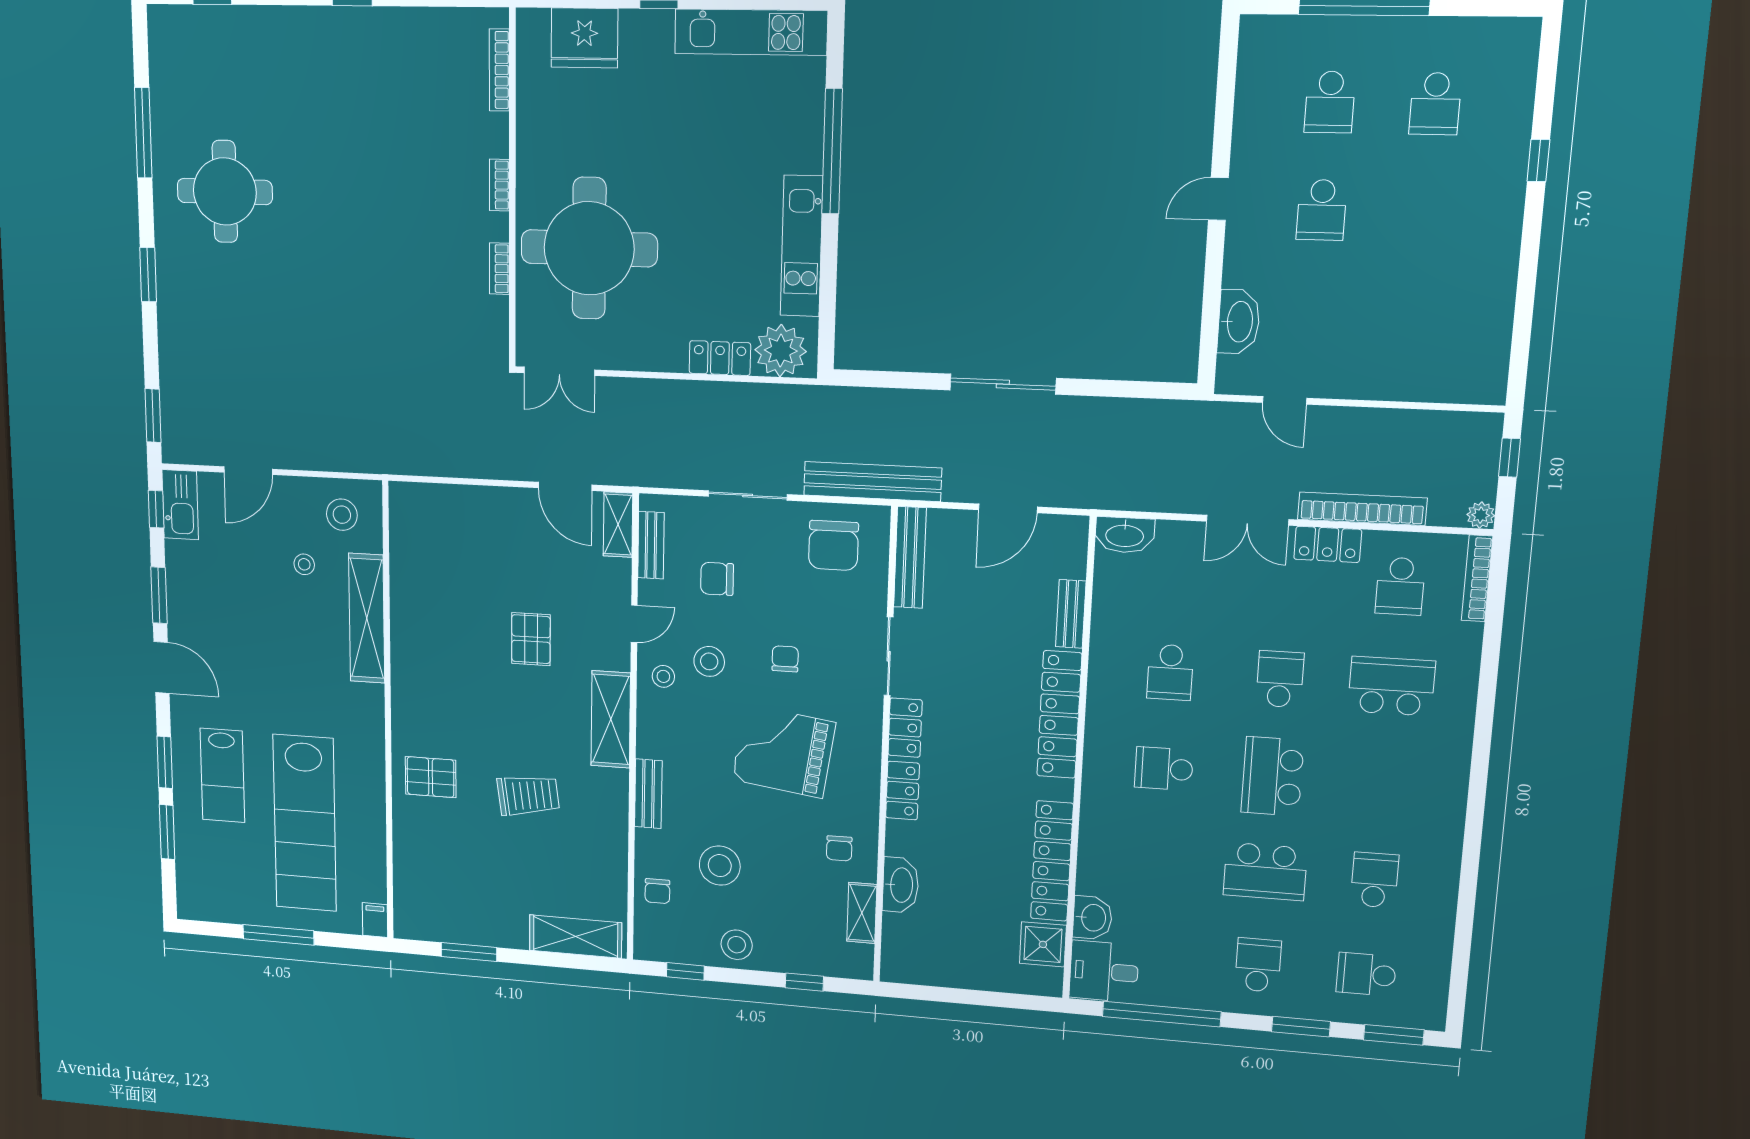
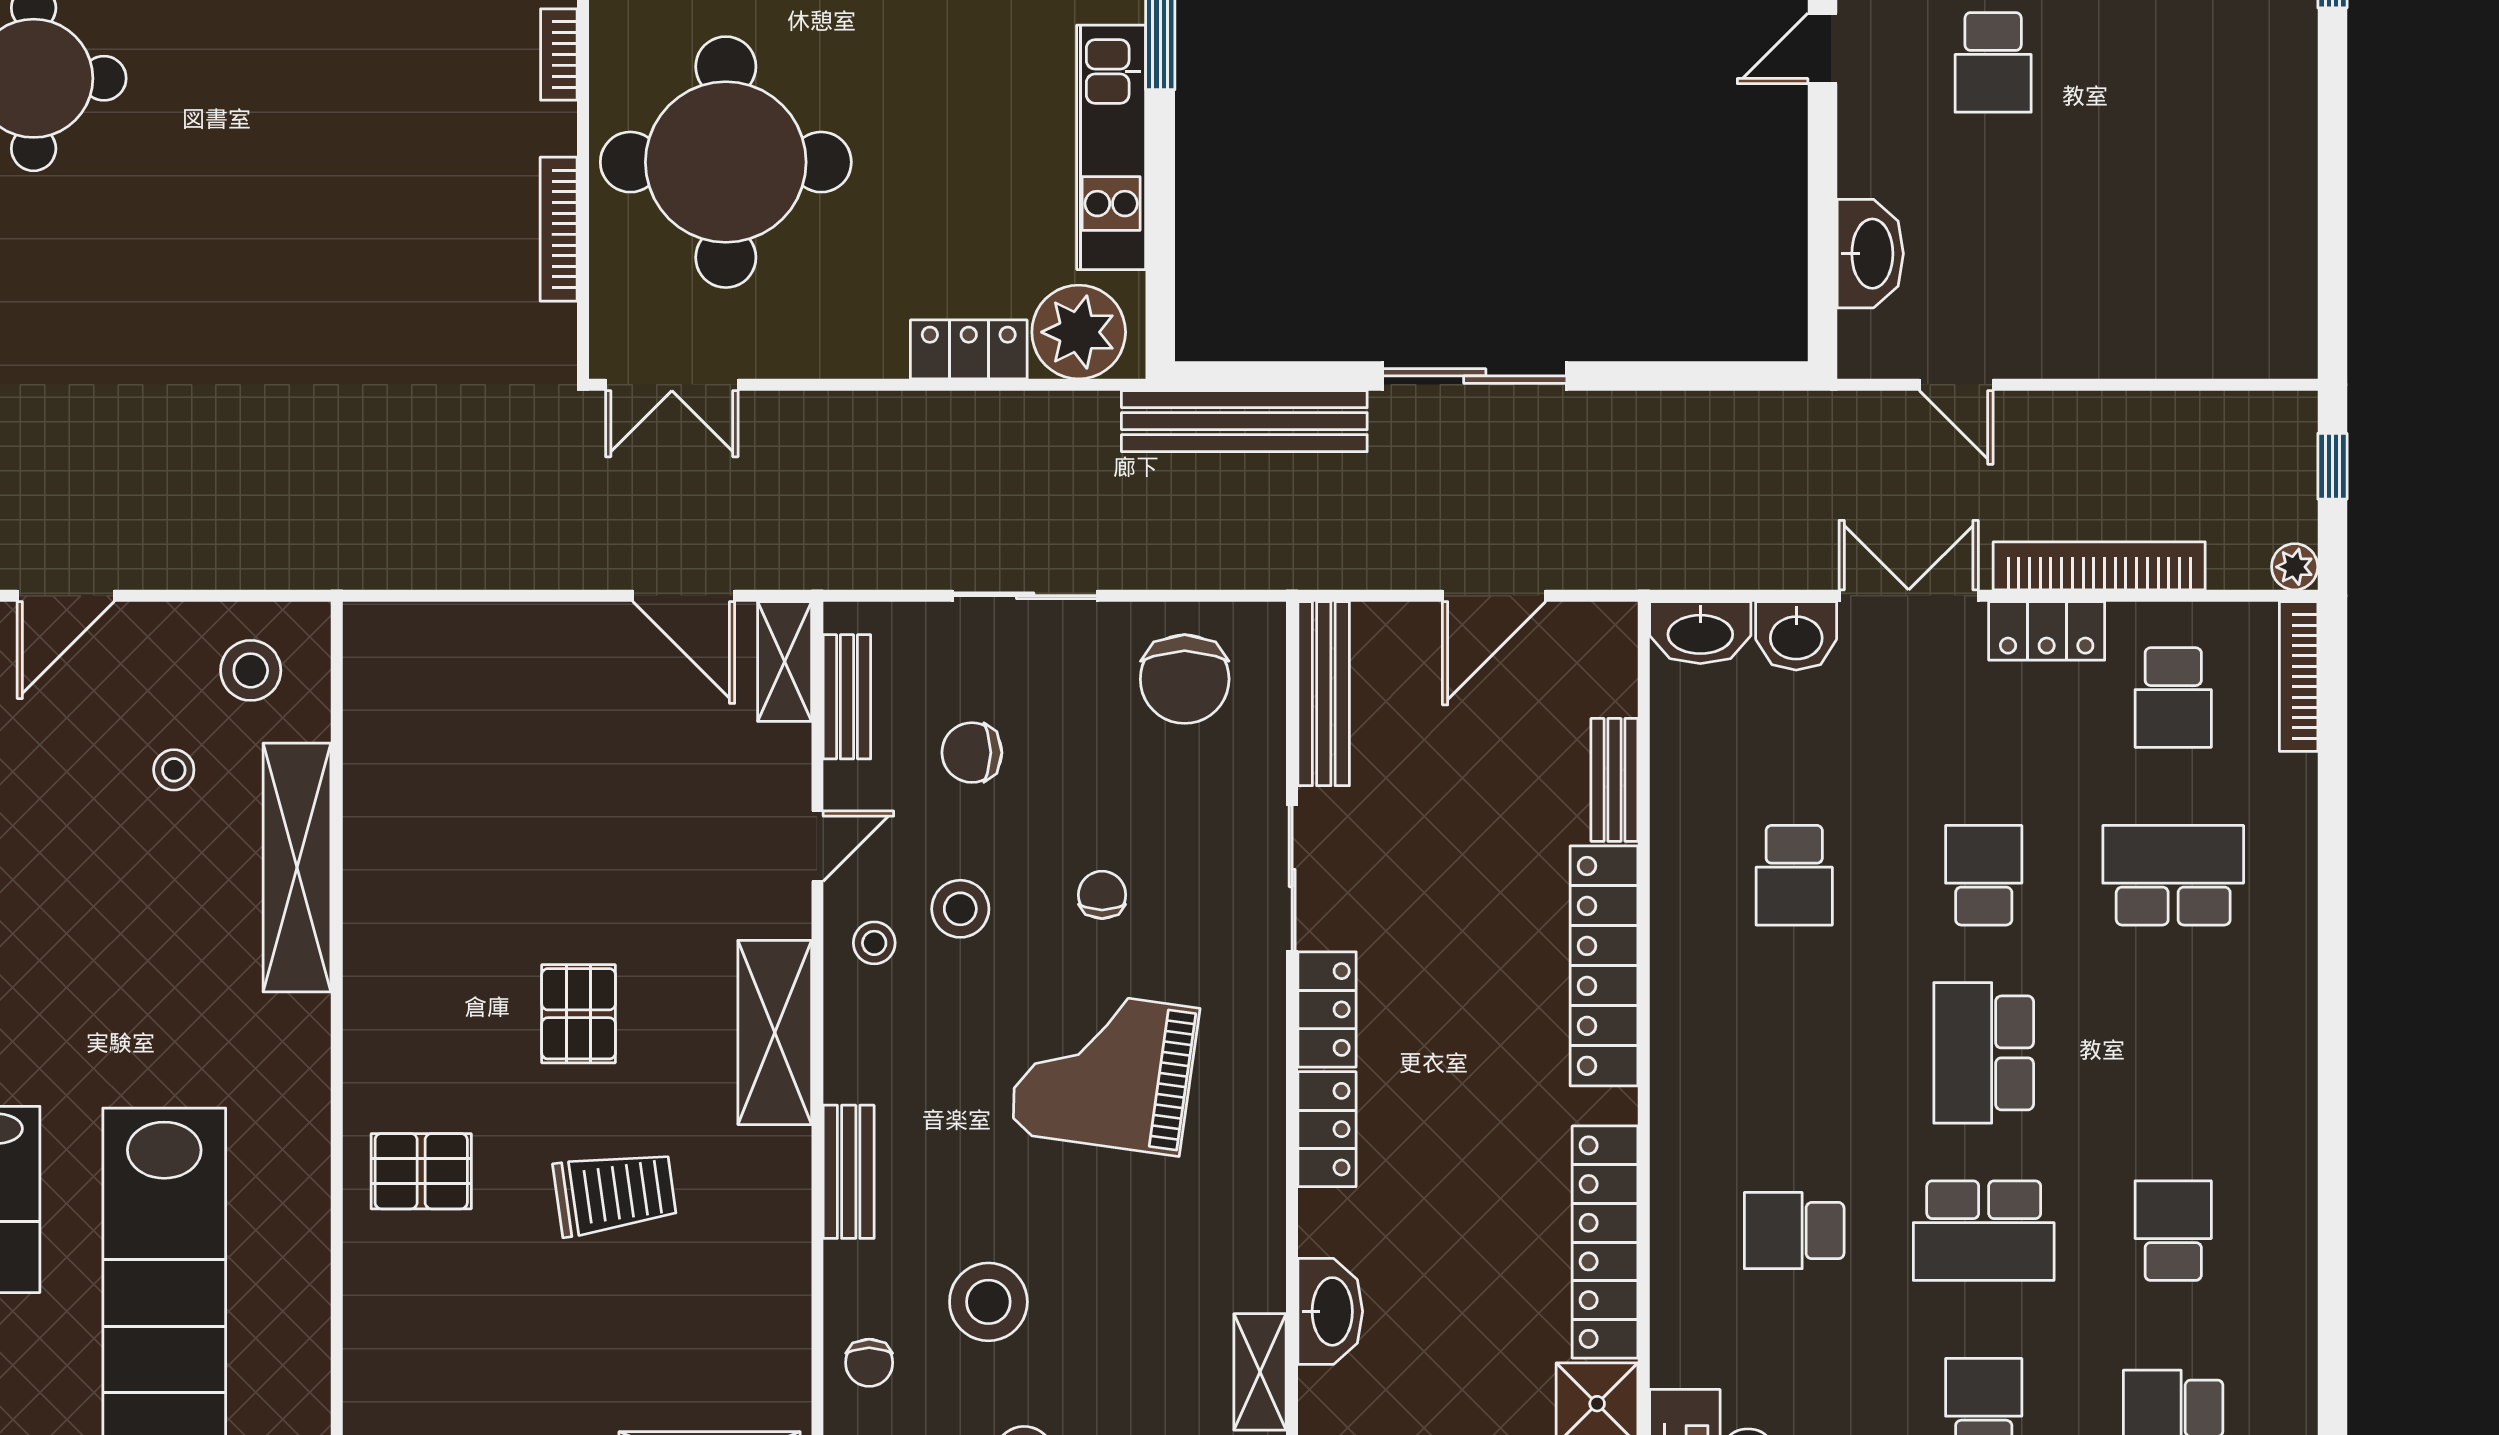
bookcase: (499, 269) -> (559, 229), width x1.56
bench: (872, 482) -> (1244, 421), moved
double door: (1247, 520) -> (1909, 596), swing flipped
pallet: (531, 639) -> (579, 1014), moved
school desk: (1164, 769) -> (1794, 1231), moved
chair: (839, 848) -> (1213, 1250), removed
washbasin: (1092, 918) -> (1796, 636), moved, turned 90

